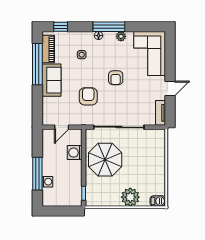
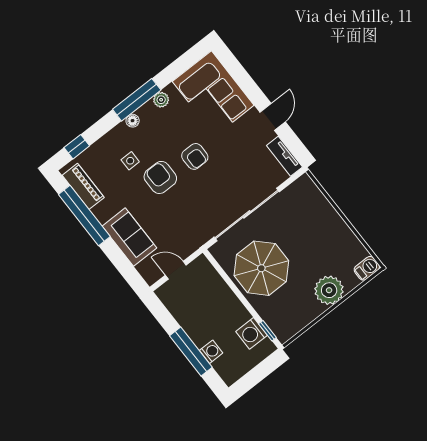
sofa: (51, 80) -> (129, 237), moved
armchair: (88, 96) -> (160, 177), moved
door: (62, 127) -> (176, 270), swing flipped
washing machine: (75, 153) -> (252, 333), moved

